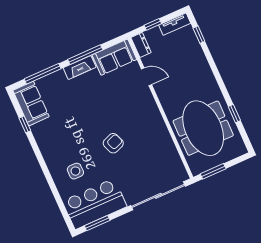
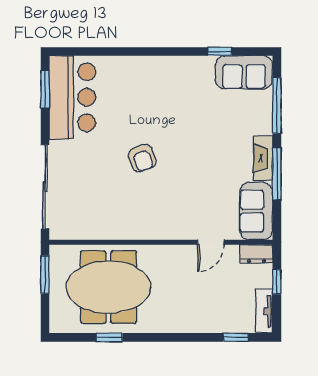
side table: (75, 171) -> (127, 91), removed

